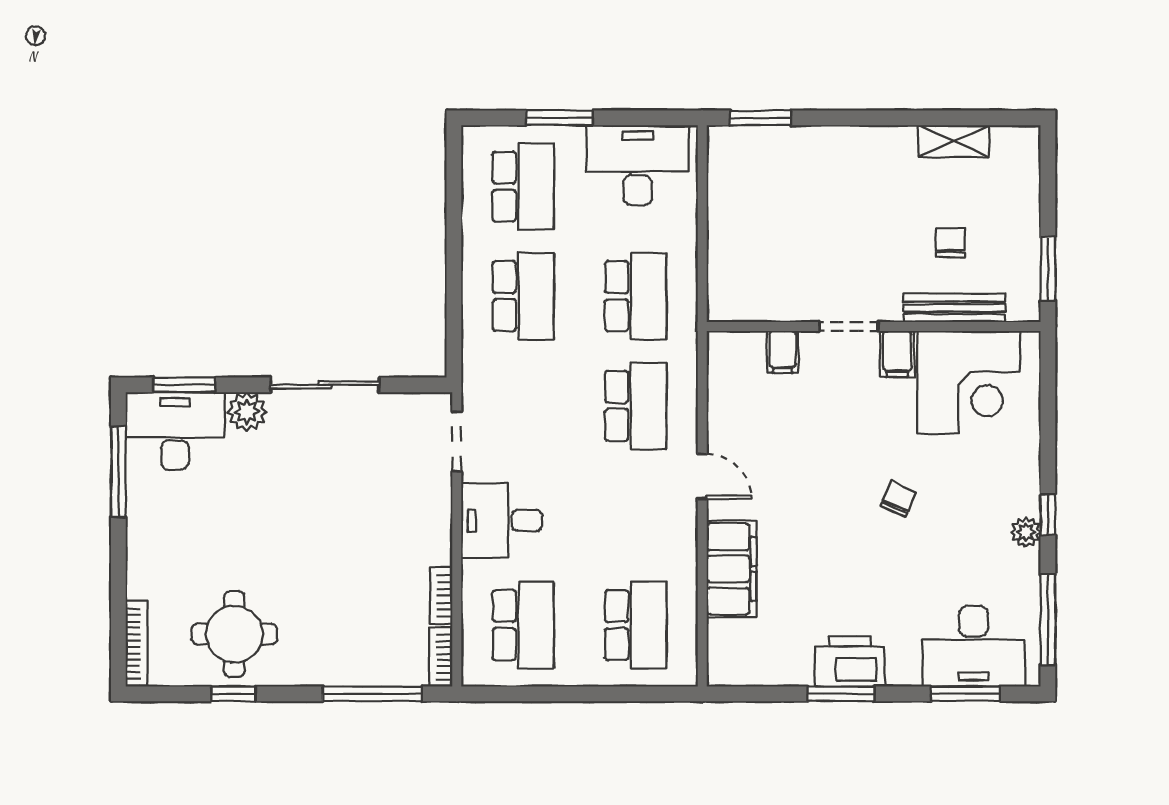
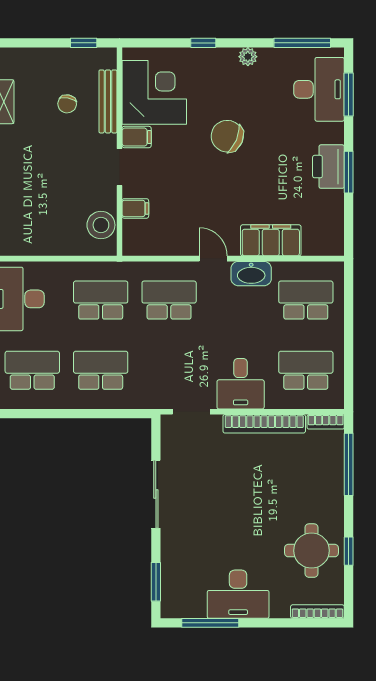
chair: (950, 242) -> (67, 104), turned -79
window: (1048, 269) -> (84, 43), width x0.67
stool: (756, 297) -> (101, 225), added
plant: (247, 412) -> (173, 543), removed
desk: (175, 431) -> (238, 594), moved, turned -90
door: (702, 477) -> (213, 259), hinge flipped
chair: (899, 499) -> (227, 136), width x1.87, depth x1.87
window: (1048, 515) -> (203, 43), moved
washbasin: (678, 537) -> (251, 274), added
bookcase: (441, 596) -> (264, 424), width x2.31, depth x1.31

